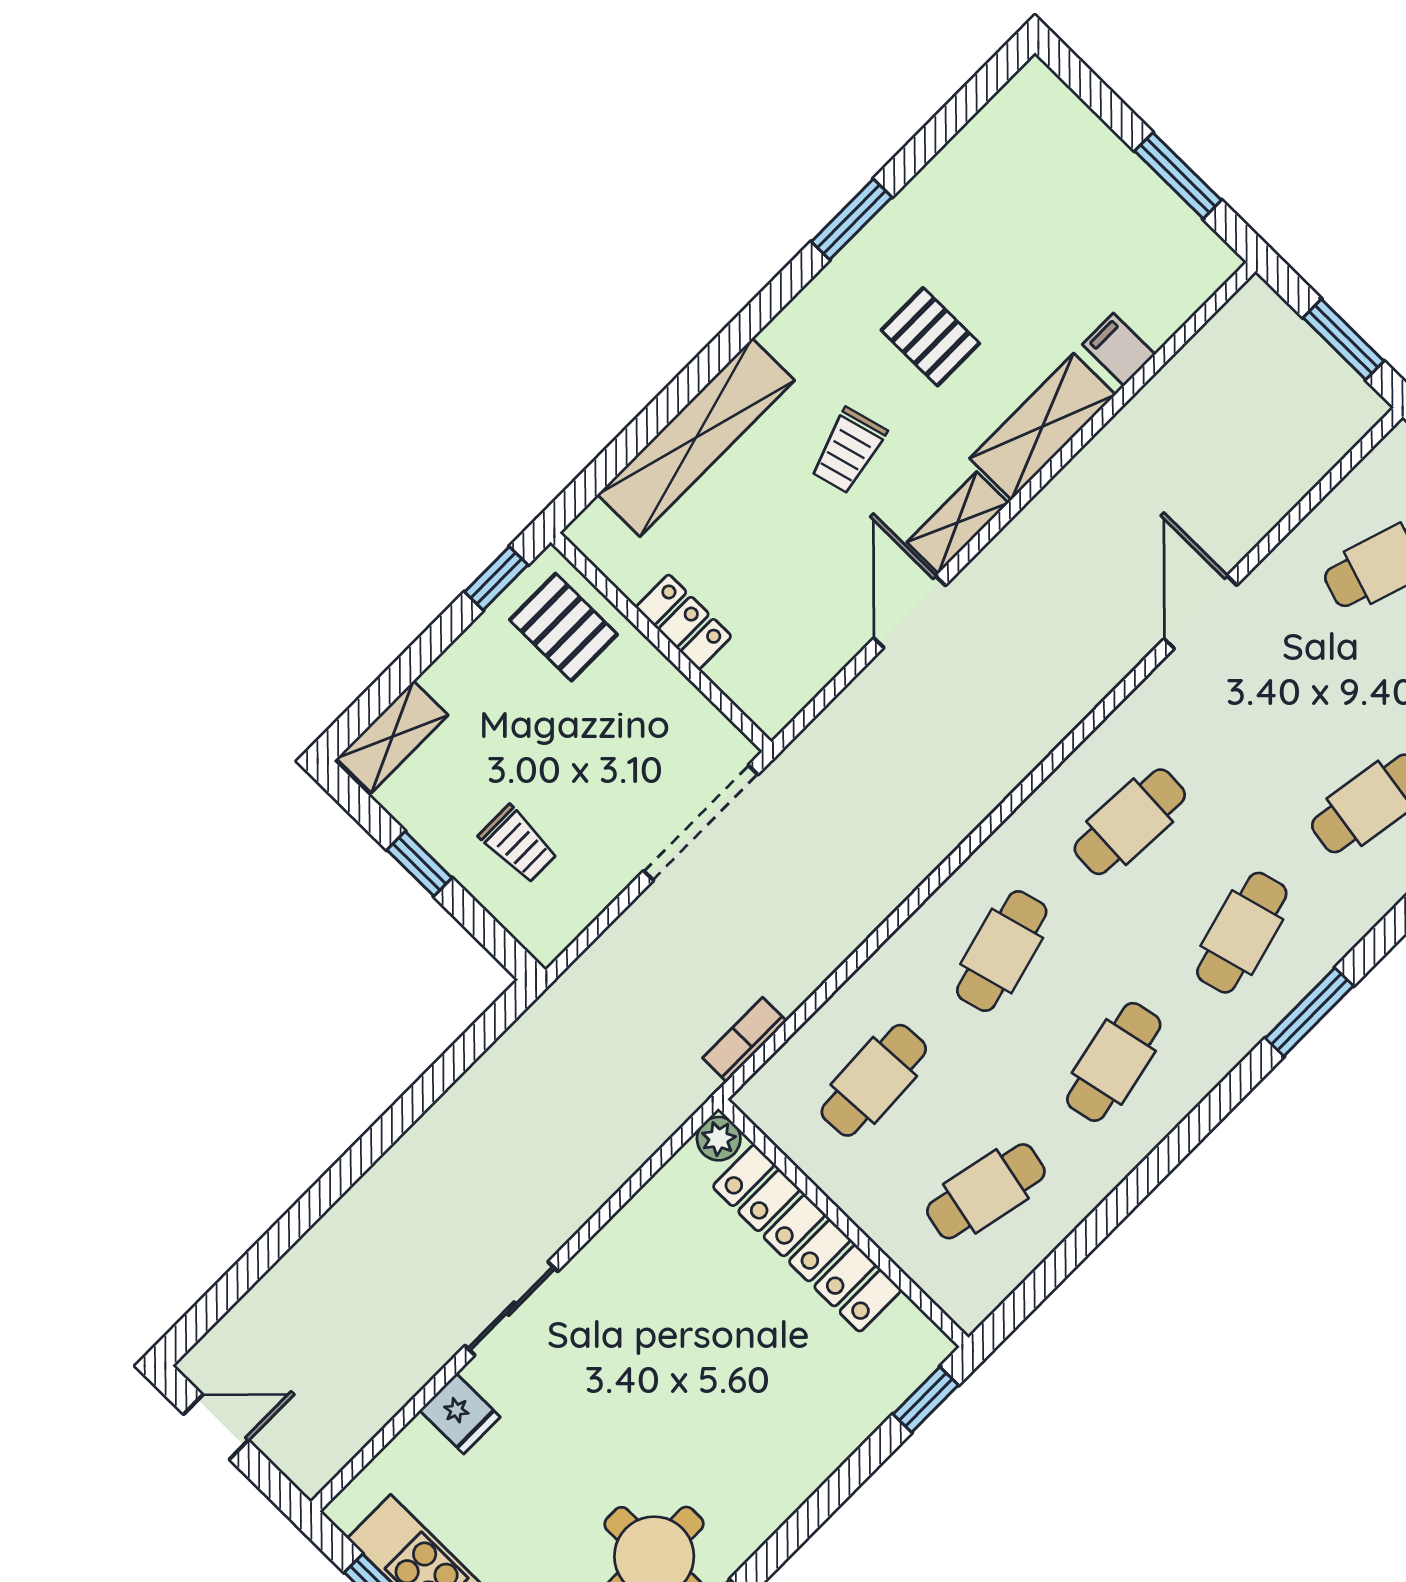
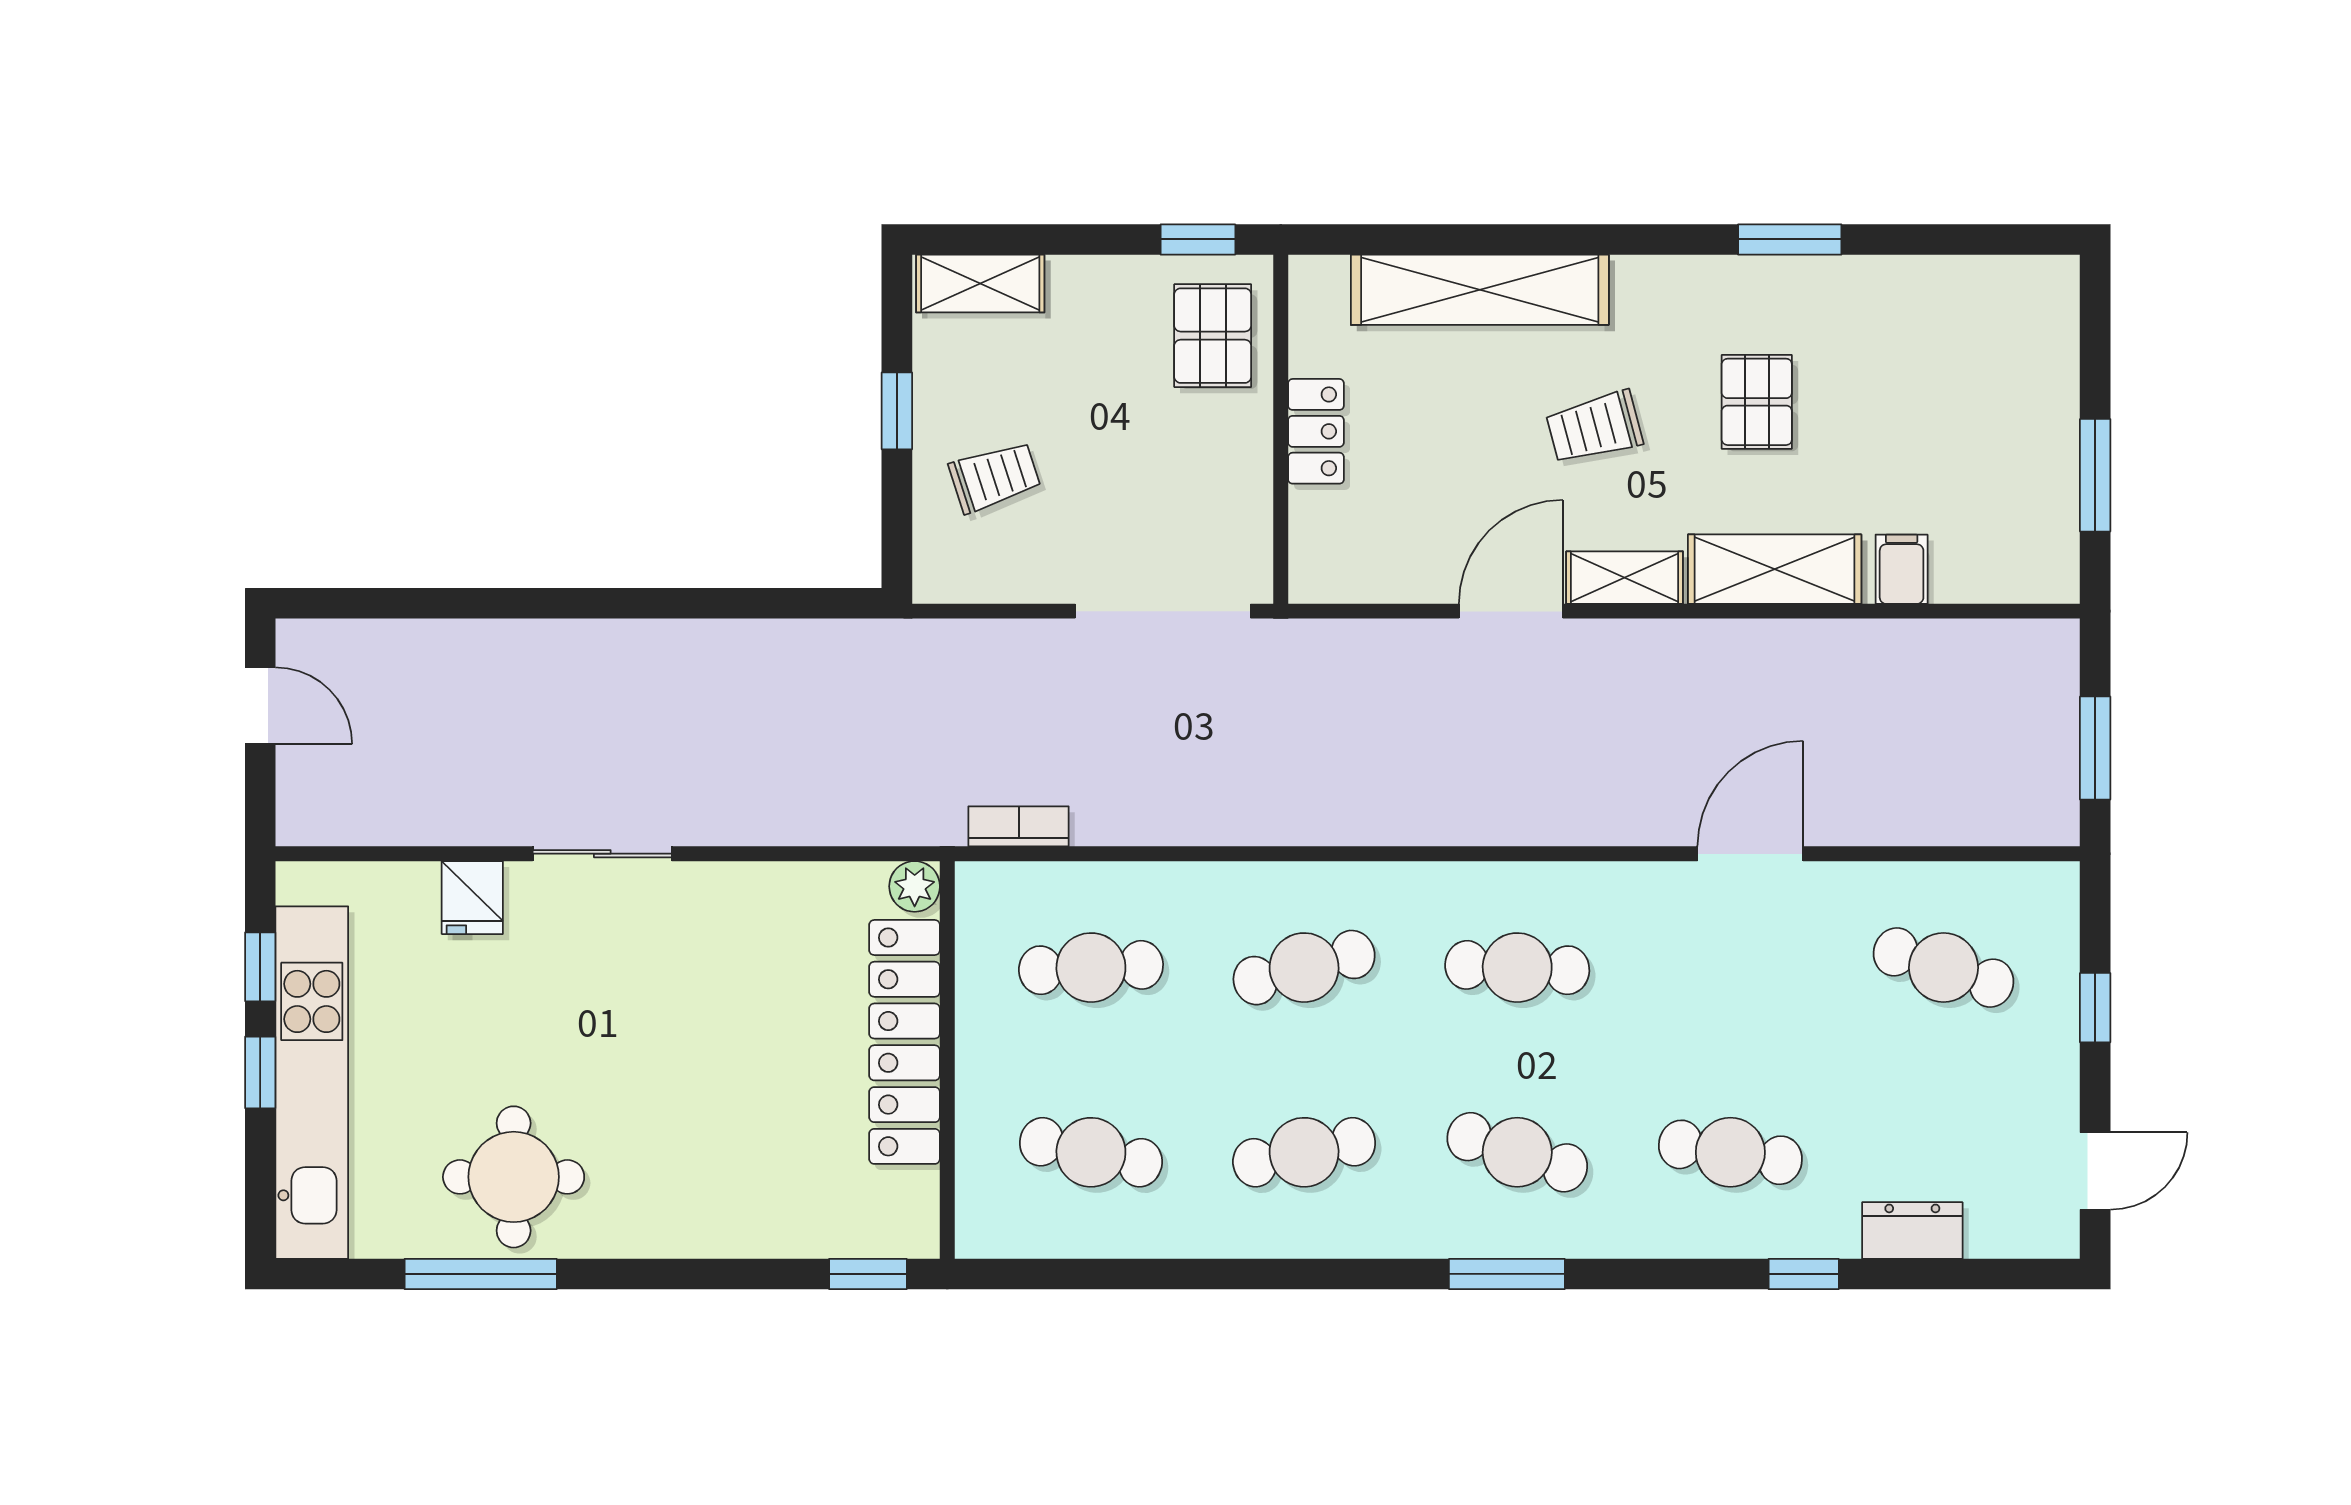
trolley: (518, 844) -> (995, 477), turned -108
cafe table: (1242, 933) -> (1517, 1152), turned 33

